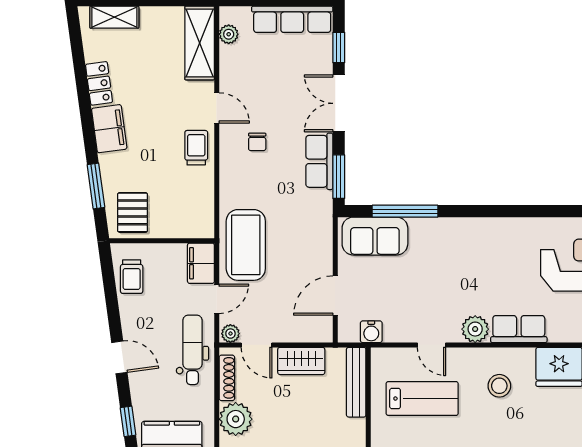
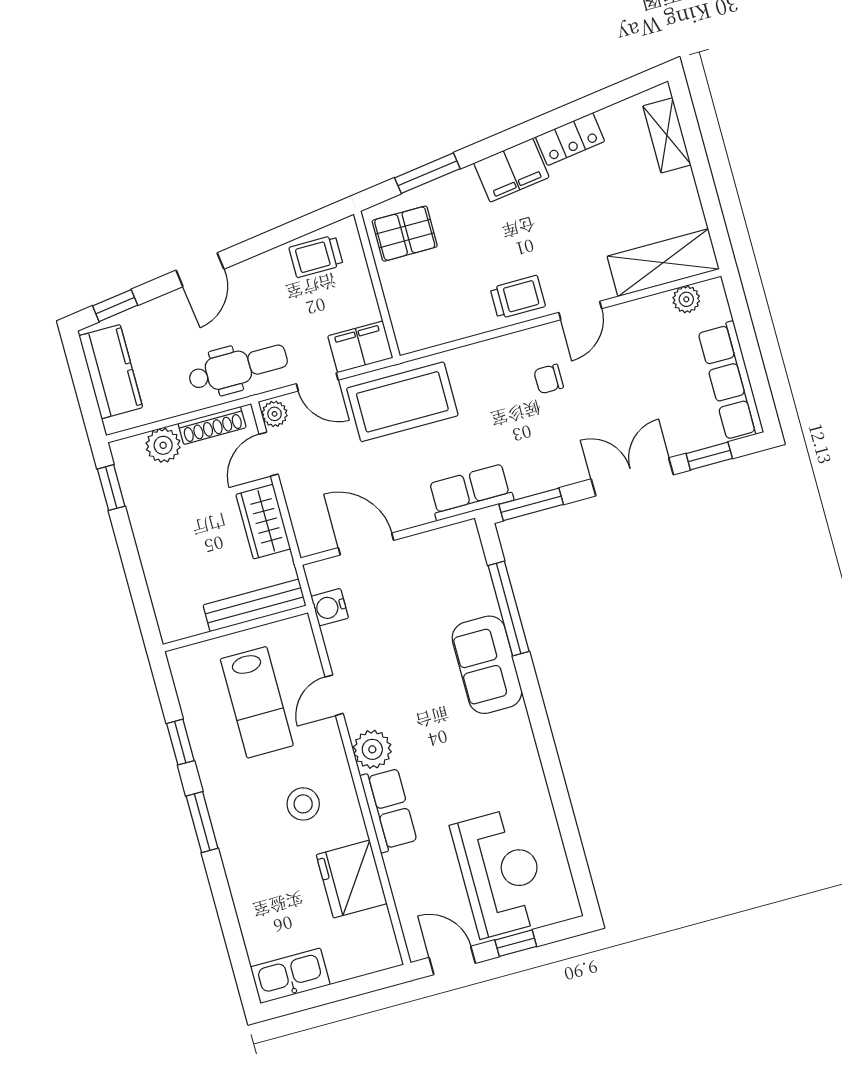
row of seats: (319, 161) -> (470, 492), moved
sofa: (375, 236) -> (487, 665), moved
plant: (236, 419) -> (163, 445), width x0.73, depth x0.73

